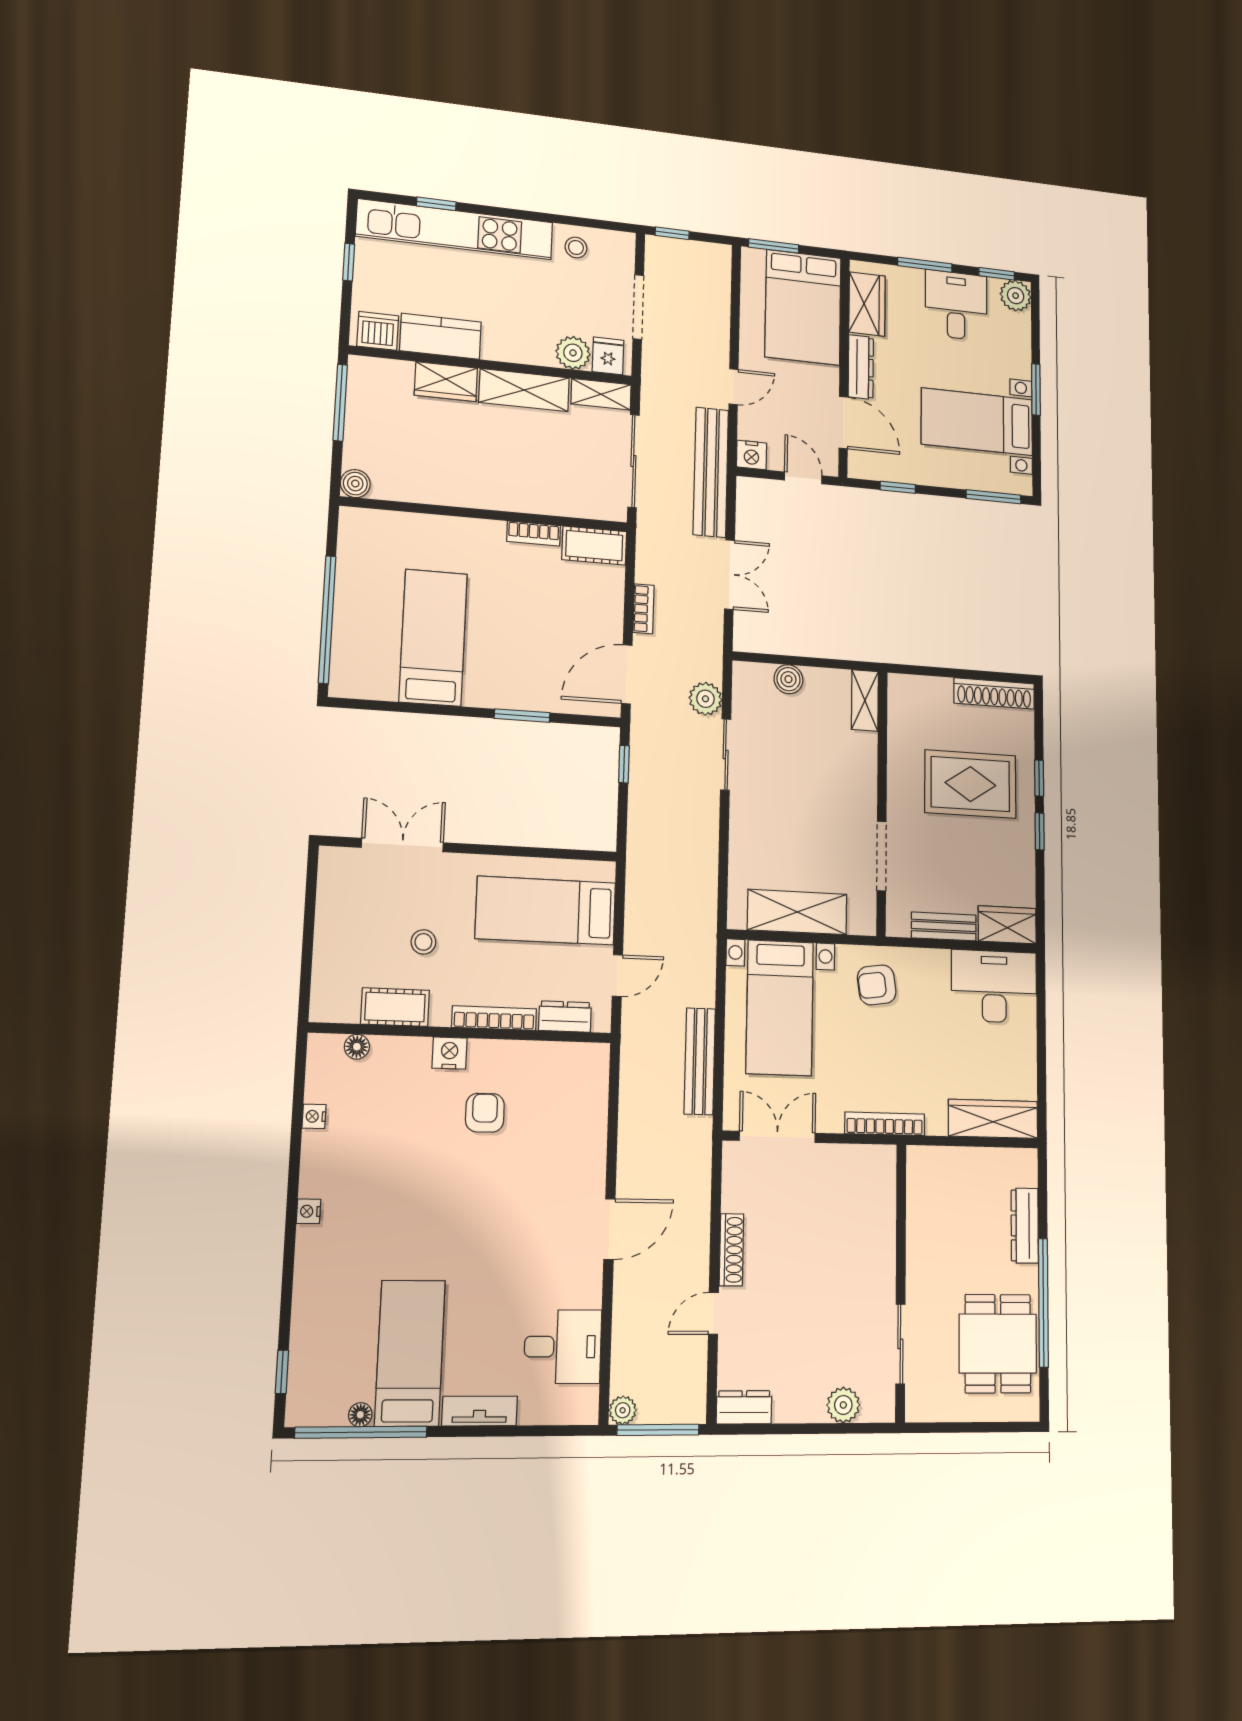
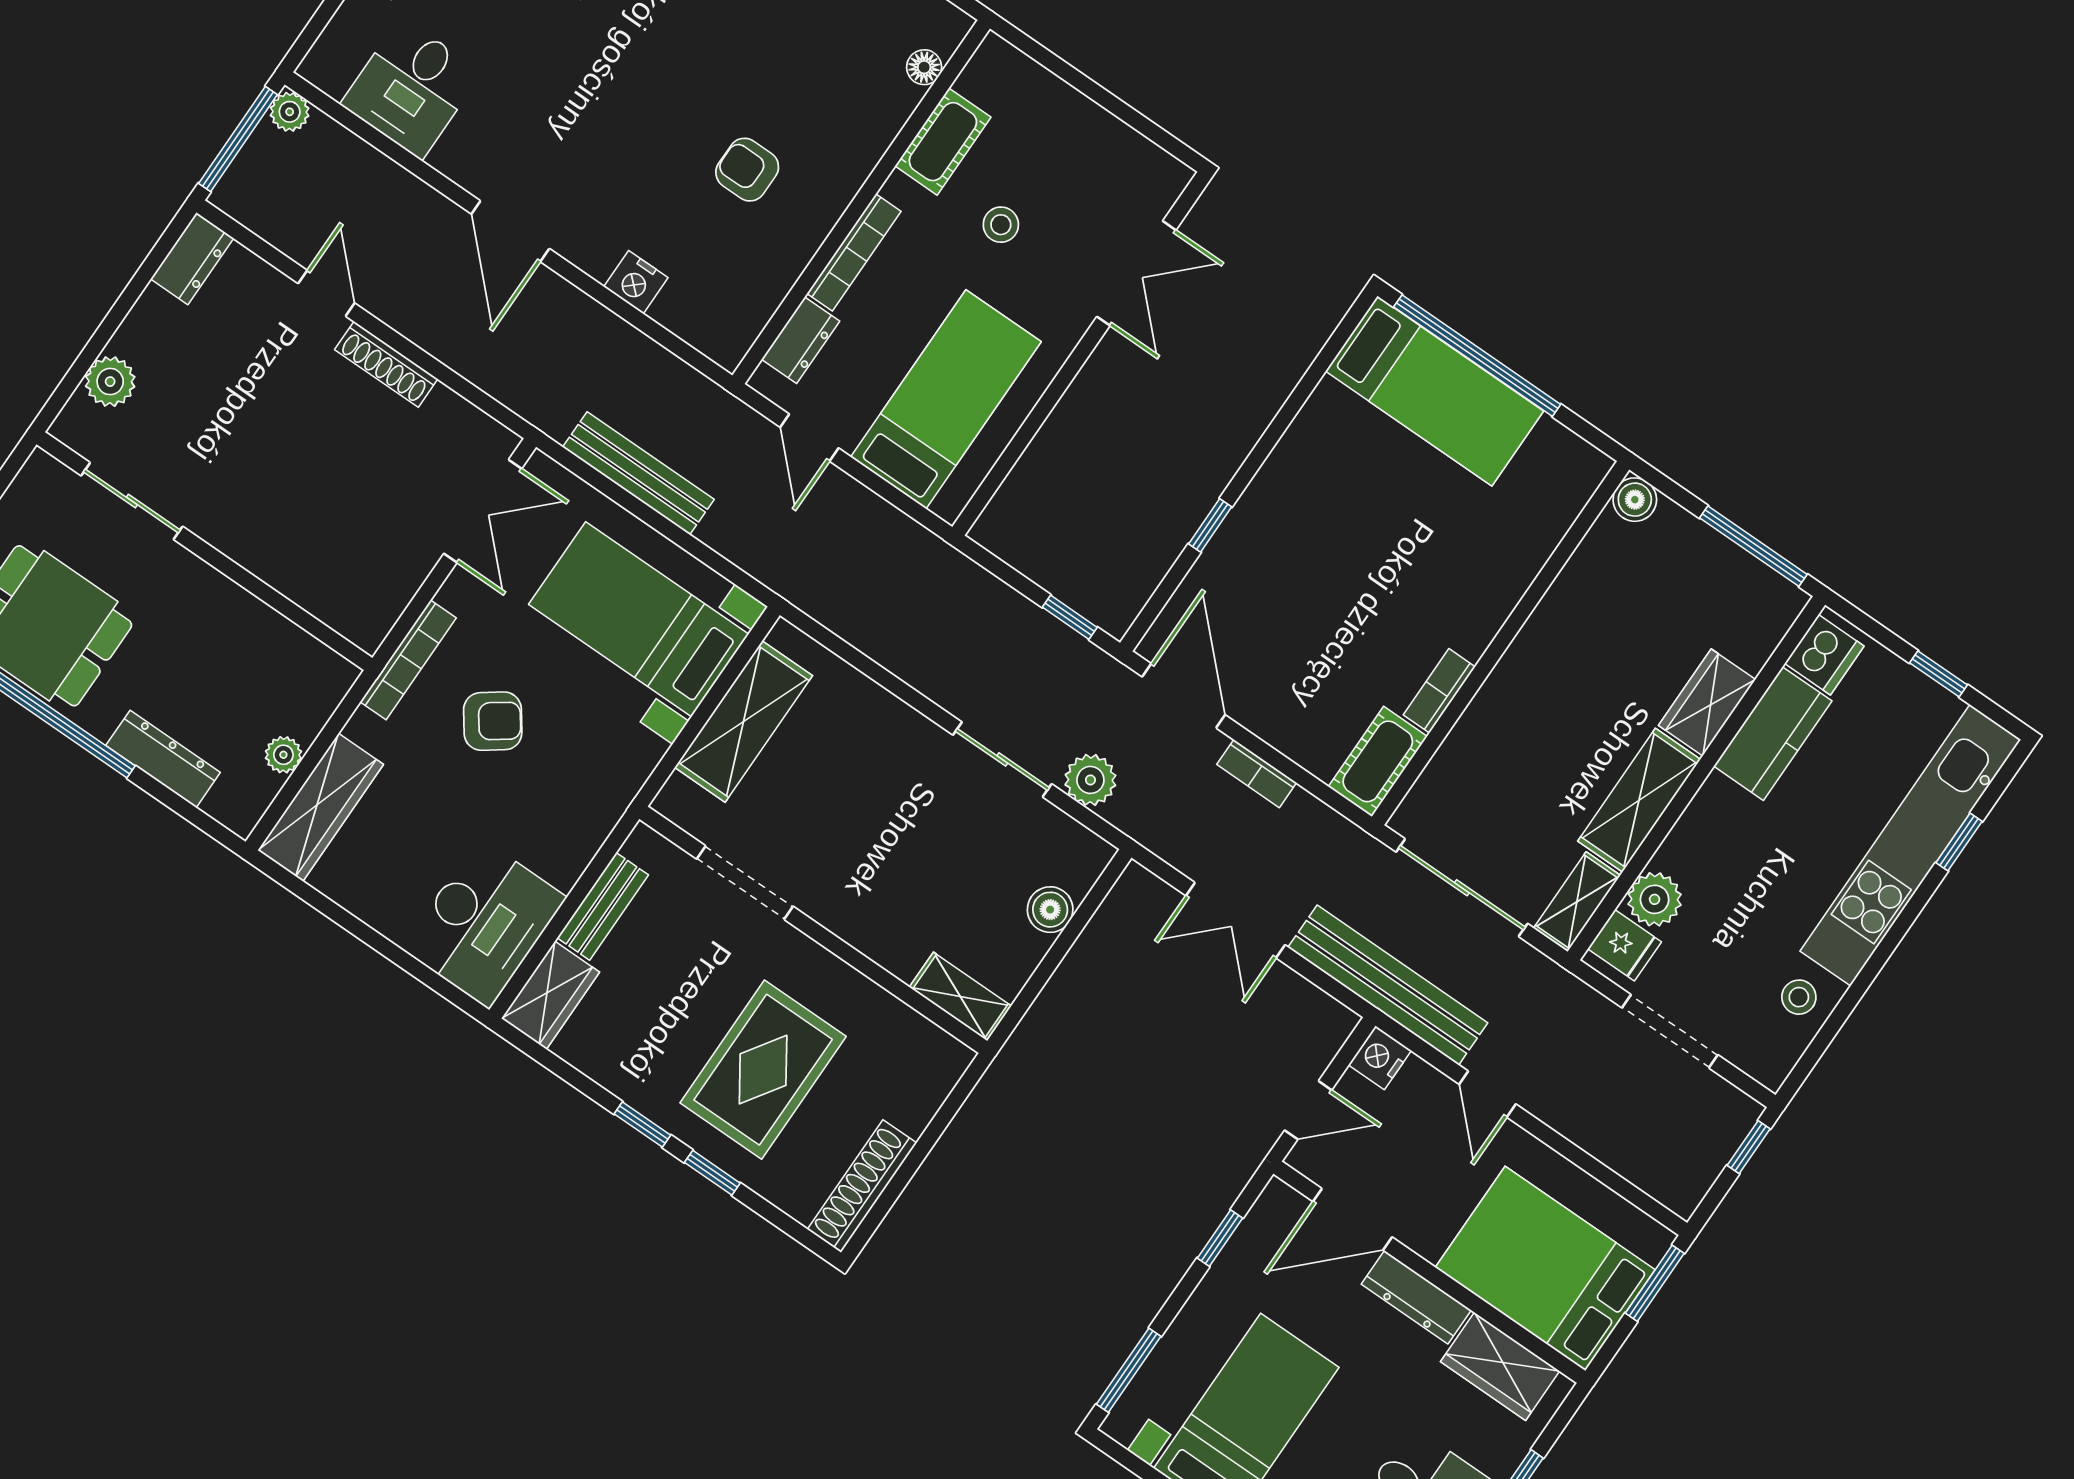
bed: (433, 638) -> (1435, 391), moved
window: (522, 716) -> (1210, 525), width x0.67
armchair: (877, 985) -> (493, 721), moved, turned 62
nightstand: (449, 1053) -> (636, 282), moved, turned 90
armchair: (485, 1113) -> (747, 170), turned 180
plant: (979, 1159) -> (283, 755), added

